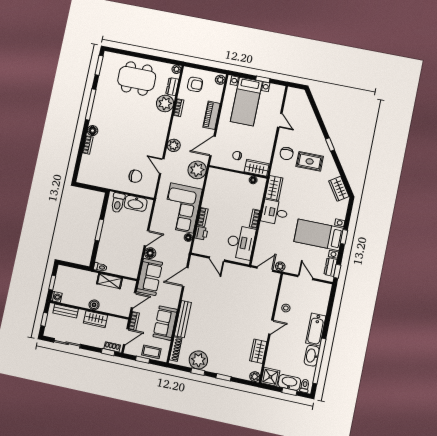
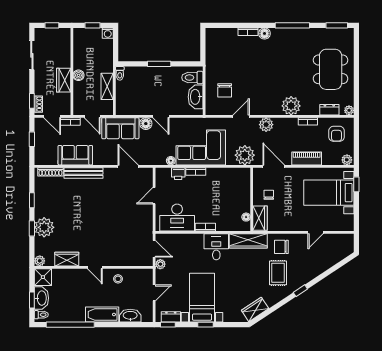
window: (263, 79) -> (356, 184), moved
plant: (165, 103) -> (291, 106), moved
wardrobe: (274, 188) -> (248, 241), width x1.50
washing machine: (56, 297) -> (108, 33), moved
bench: (66, 311) -> (66, 46), removed
coffee table: (151, 352) -> (42, 147), removed
washbasin: (312, 356) -> (130, 316), moved
plant: (198, 360) -> (44, 227), moved

